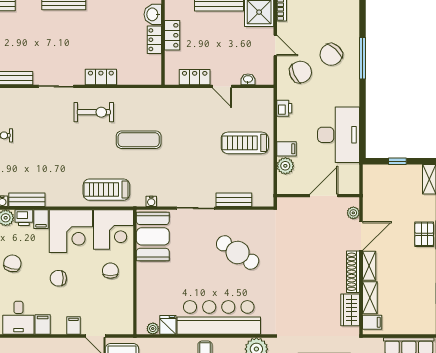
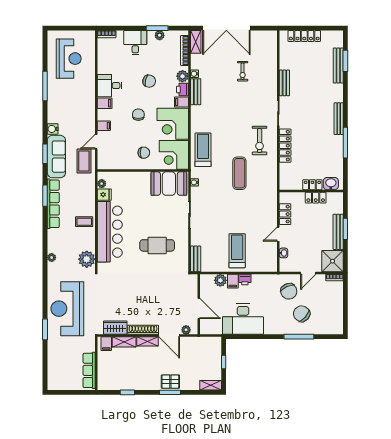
locker: (101, 77) -> (285, 146), width x1.53
printer: (284, 108) -> (245, 279), moved
bench: (234, 200) -> (196, 259), moved
cafe table: (238, 252) -> (157, 245), turned 56

